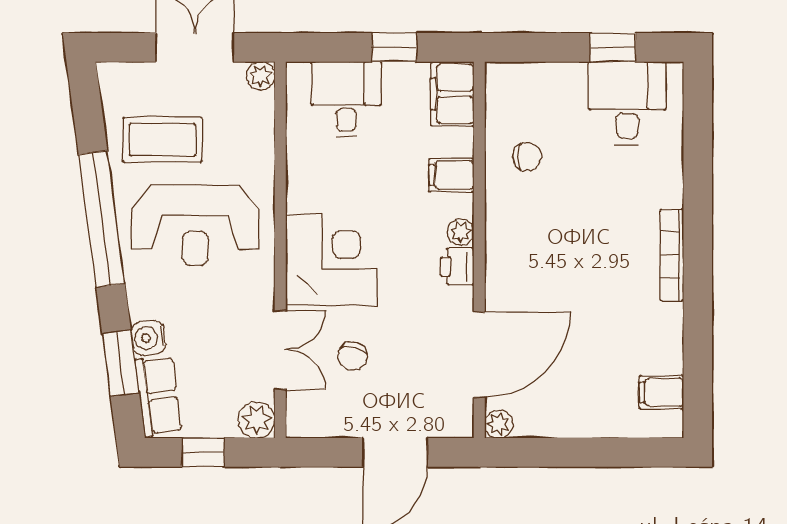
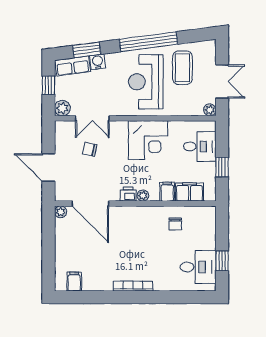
filing cabinet: (452, 94) -> (190, 192), moved
corner desk: (331, 260) -> (148, 140), moved

